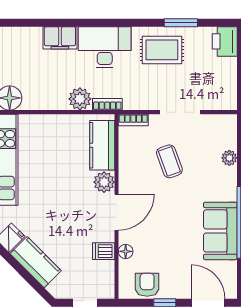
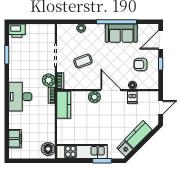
filing cabinet: (60, 38) -> (15, 139), moved
rug: (162, 50) -> (22, 65), removed
plant: (80, 99) -> (49, 80), moved
kitchen counter: (102, 145) -> (64, 105), moved, turned -90
armchair: (147, 285) -> (141, 65), moved

